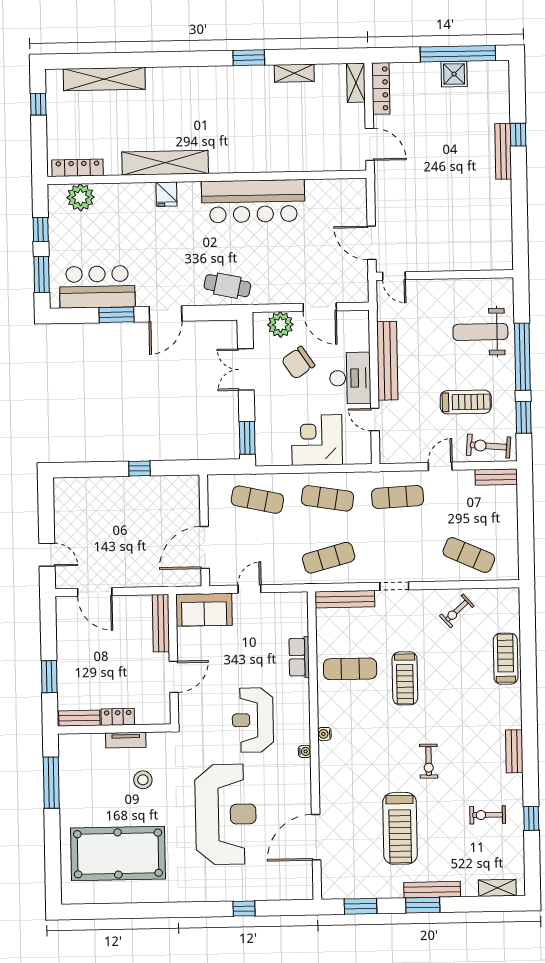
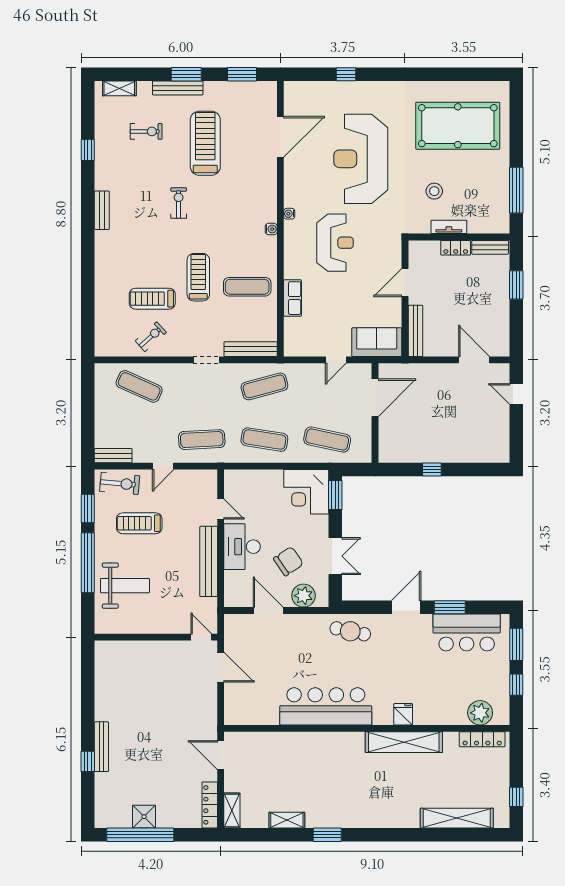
corner desk: (317, 440) -> (306, 492), moved, turned 90
treadmill: (506, 659) -> (152, 299), moved, turned 90
exercise bike: (488, 815) -> (146, 131), moved

